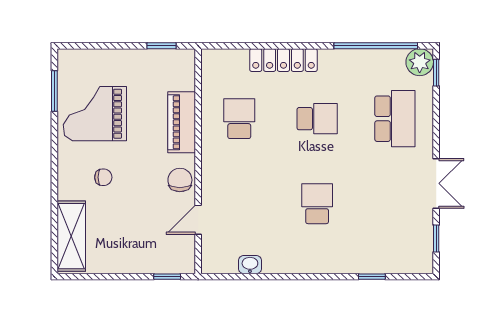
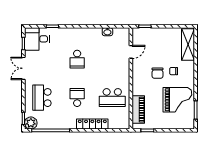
school desk: (239, 119) -> (112, 98), width x1.85
school desk: (317, 119) -> (77, 98), turned 90
piano: (182, 122) -> (138, 110), moved
chair: (180, 180) -> (157, 73), moved
desk: (406, 249) -> (37, 39), added

